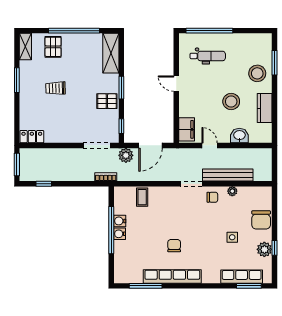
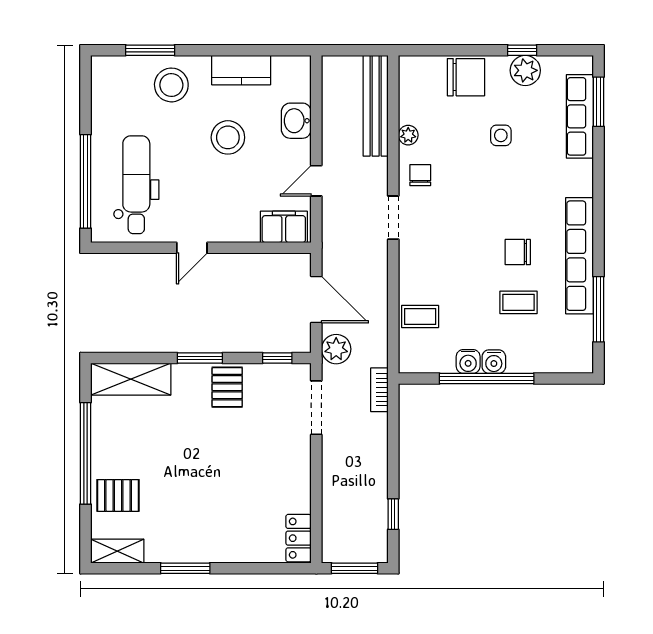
dental chair: (208, 56) -> (136, 185), width x1.36, depth x1.38
trolley: (55, 88) -> (201, 491), removed
bench: (228, 175) -> (376, 106), moved
coffee table: (149, 246) -> (519, 302), added

